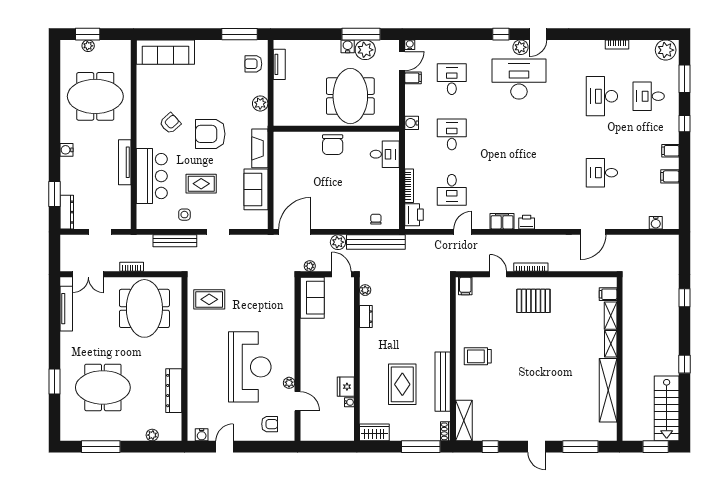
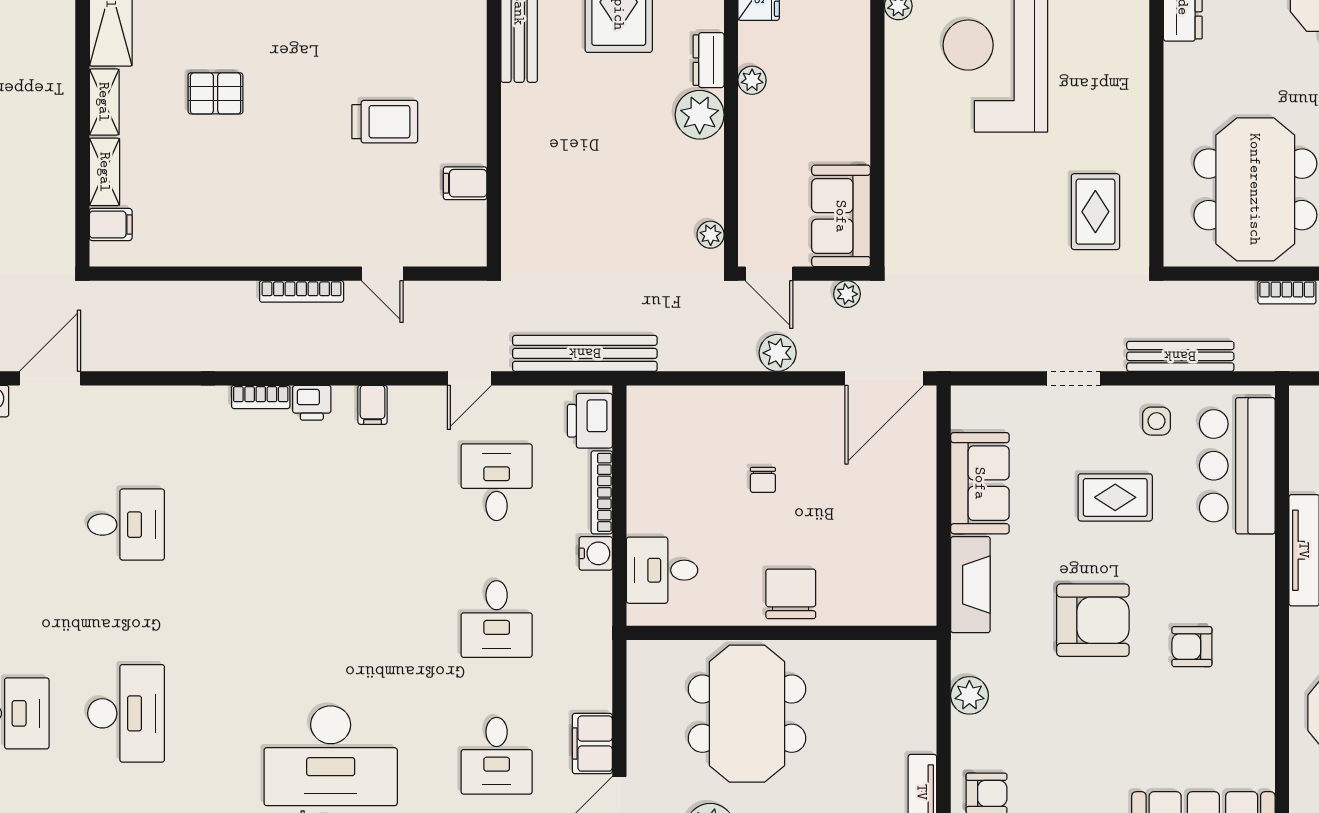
filing cabinet: (413, 78) -> (592, 744), width x2.00
armchair: (170, 123) -> (1192, 647), turned 42
water cooler: (412, 123) -> (596, 553), moved
bar counter: (152, 176) -> (1237, 466), moved
chair: (376, 219) -> (763, 480), moved
filing cabinet: (502, 221) -> (372, 405), width x0.50
bookcase: (547, 224) -> (261, 397), added
door: (593, 232) -> (50, 378), moved
bench: (376, 242) -> (585, 353), moved
filing cabinet: (465, 286) -> (465, 183), moved, turned -90
rug: (209, 299) -> (1095, 212), turned 90
pallet: (533, 301) -> (216, 93), moved, width x0.67, depth x0.71
dresser: (366, 317) -> (709, 60), moved
plant: (370, 339) -> (700, 115), added
plant: (348, 353) -> (752, 80), added
trolley: (478, 356) -> (385, 122), moved

